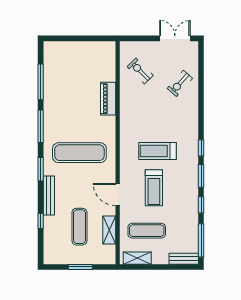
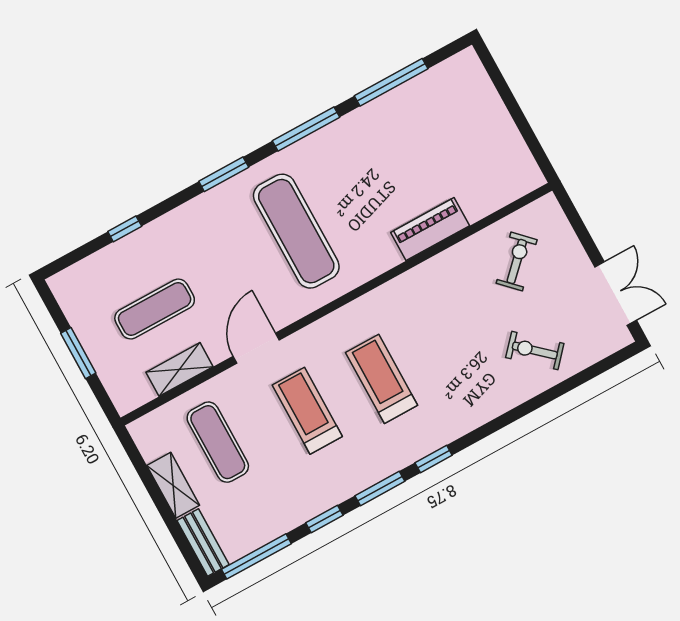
treadmill: (154, 188) -> (307, 411), turned 90
bench: (49, 196) -> (182, 218), removed
shelving: (137, 258) -> (173, 485), moved

